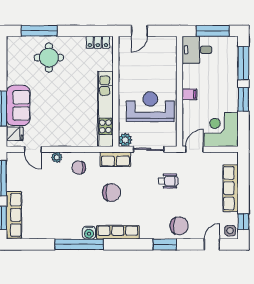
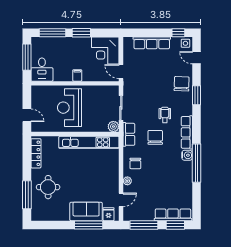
locker: (98, 42) -> (36, 153), width x1.53
reception desk: (150, 107) -> (70, 108), moved
wheelchair: (168, 181) -> (165, 115), moved

